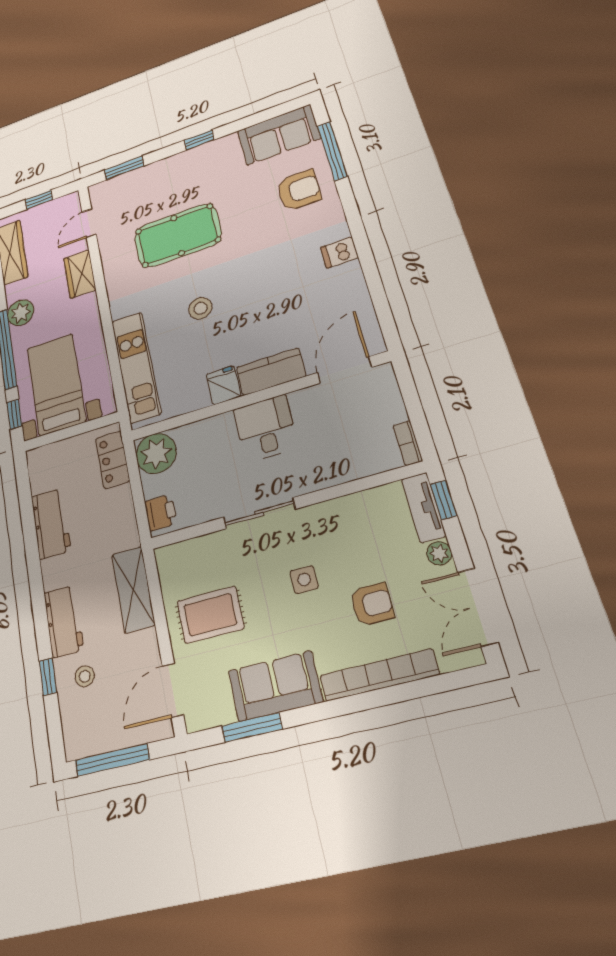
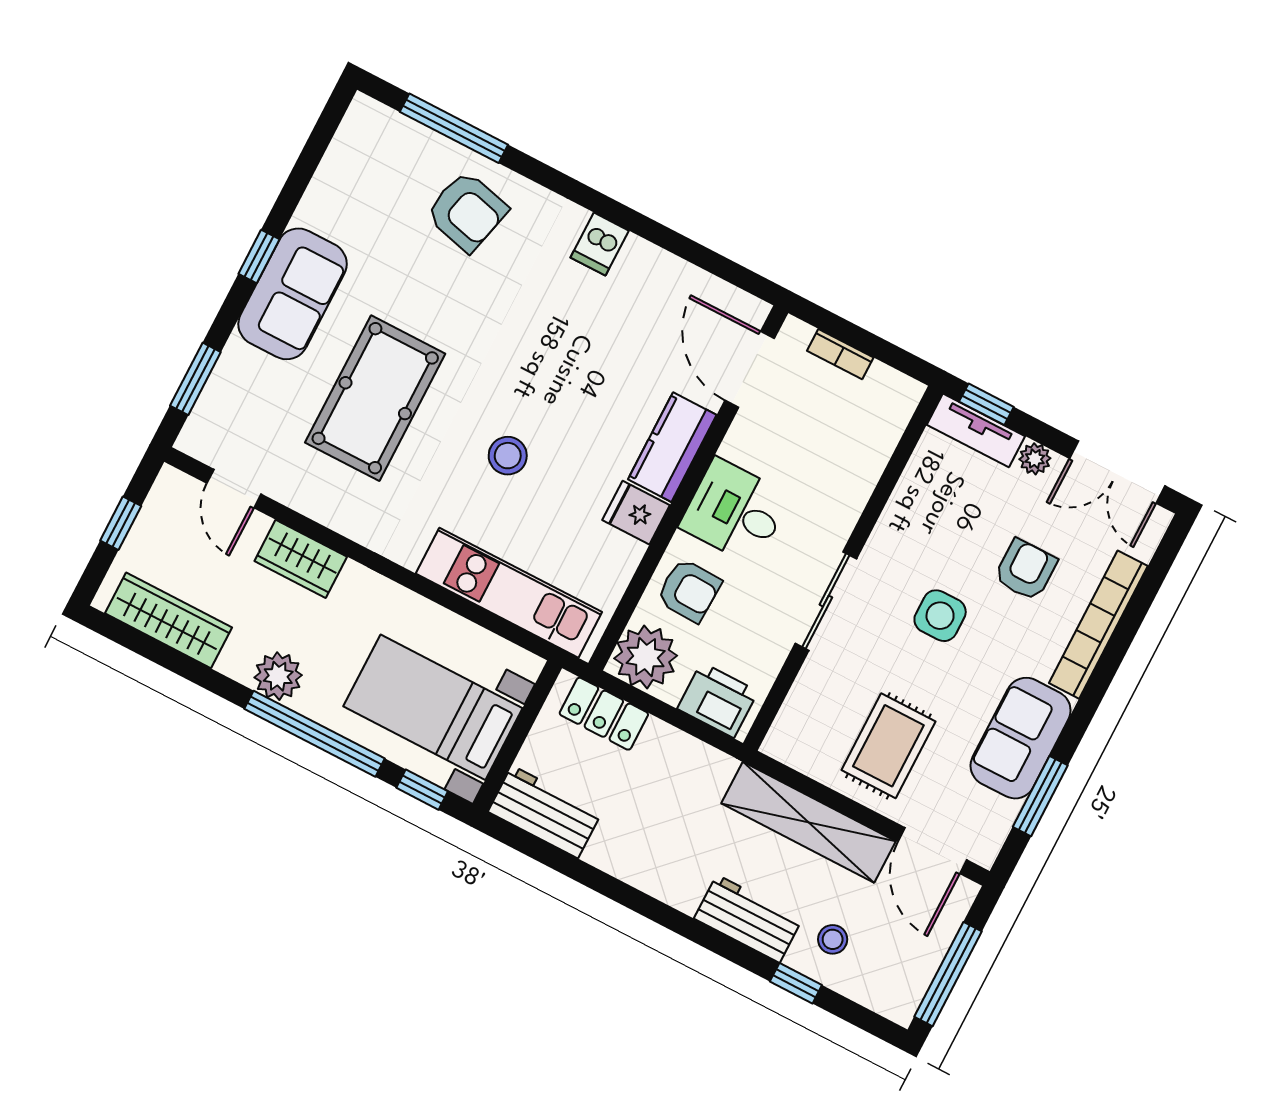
sofa: (279, 135) -> (293, 294), moved
armchair: (299, 190) -> (467, 211), turned 104
armchair: (206, 443) -> (689, 590), added
bookcase: (408, 443) -> (840, 354), moved
printer: (161, 513) -> (718, 700), width x1.36, depth x1.24
workbench: (51, 523) -> (545, 812), moved
side table: (304, 580) -> (940, 616), width x1.37, depth x1.37
shelving: (133, 590) -> (808, 822), width x1.47

